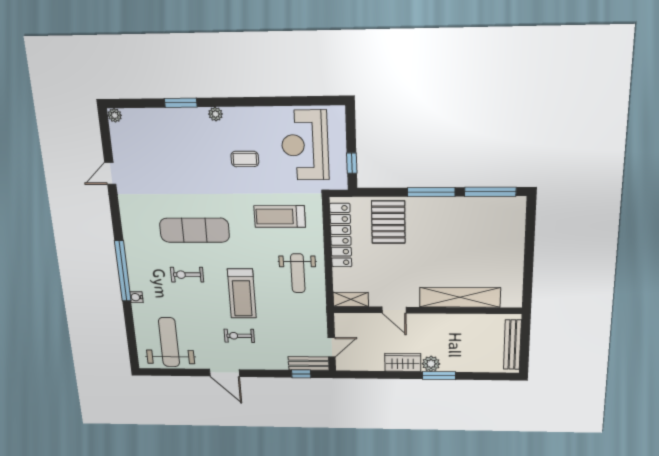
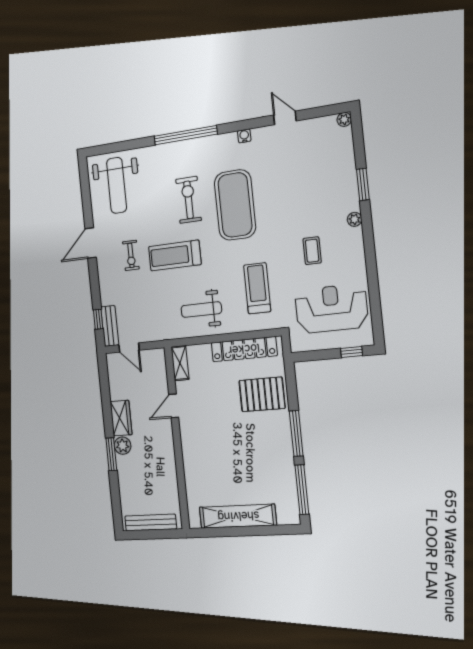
window: (352, 163) -> (352, 352), moved
exercise mat: (195, 230) -> (235, 205), width x1.47
exercise bike: (187, 275) -> (189, 200), width x1.38, depth x1.39
water cooler: (136, 297) -> (244, 136), moved
shelving: (460, 297) -> (238, 516), moved, turned 90
exercise bike: (239, 336) -> (131, 255), turned 180
weight bench: (169, 342) -> (117, 185), turned 90

